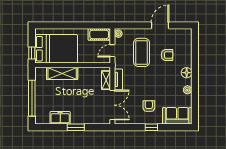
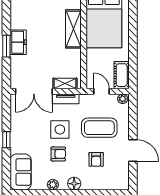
side table: (143, 84) -> (60, 129), added
armchair: (149, 106) -> (58, 154), moved
freezer: (60, 118) -> (18, 42), moved

